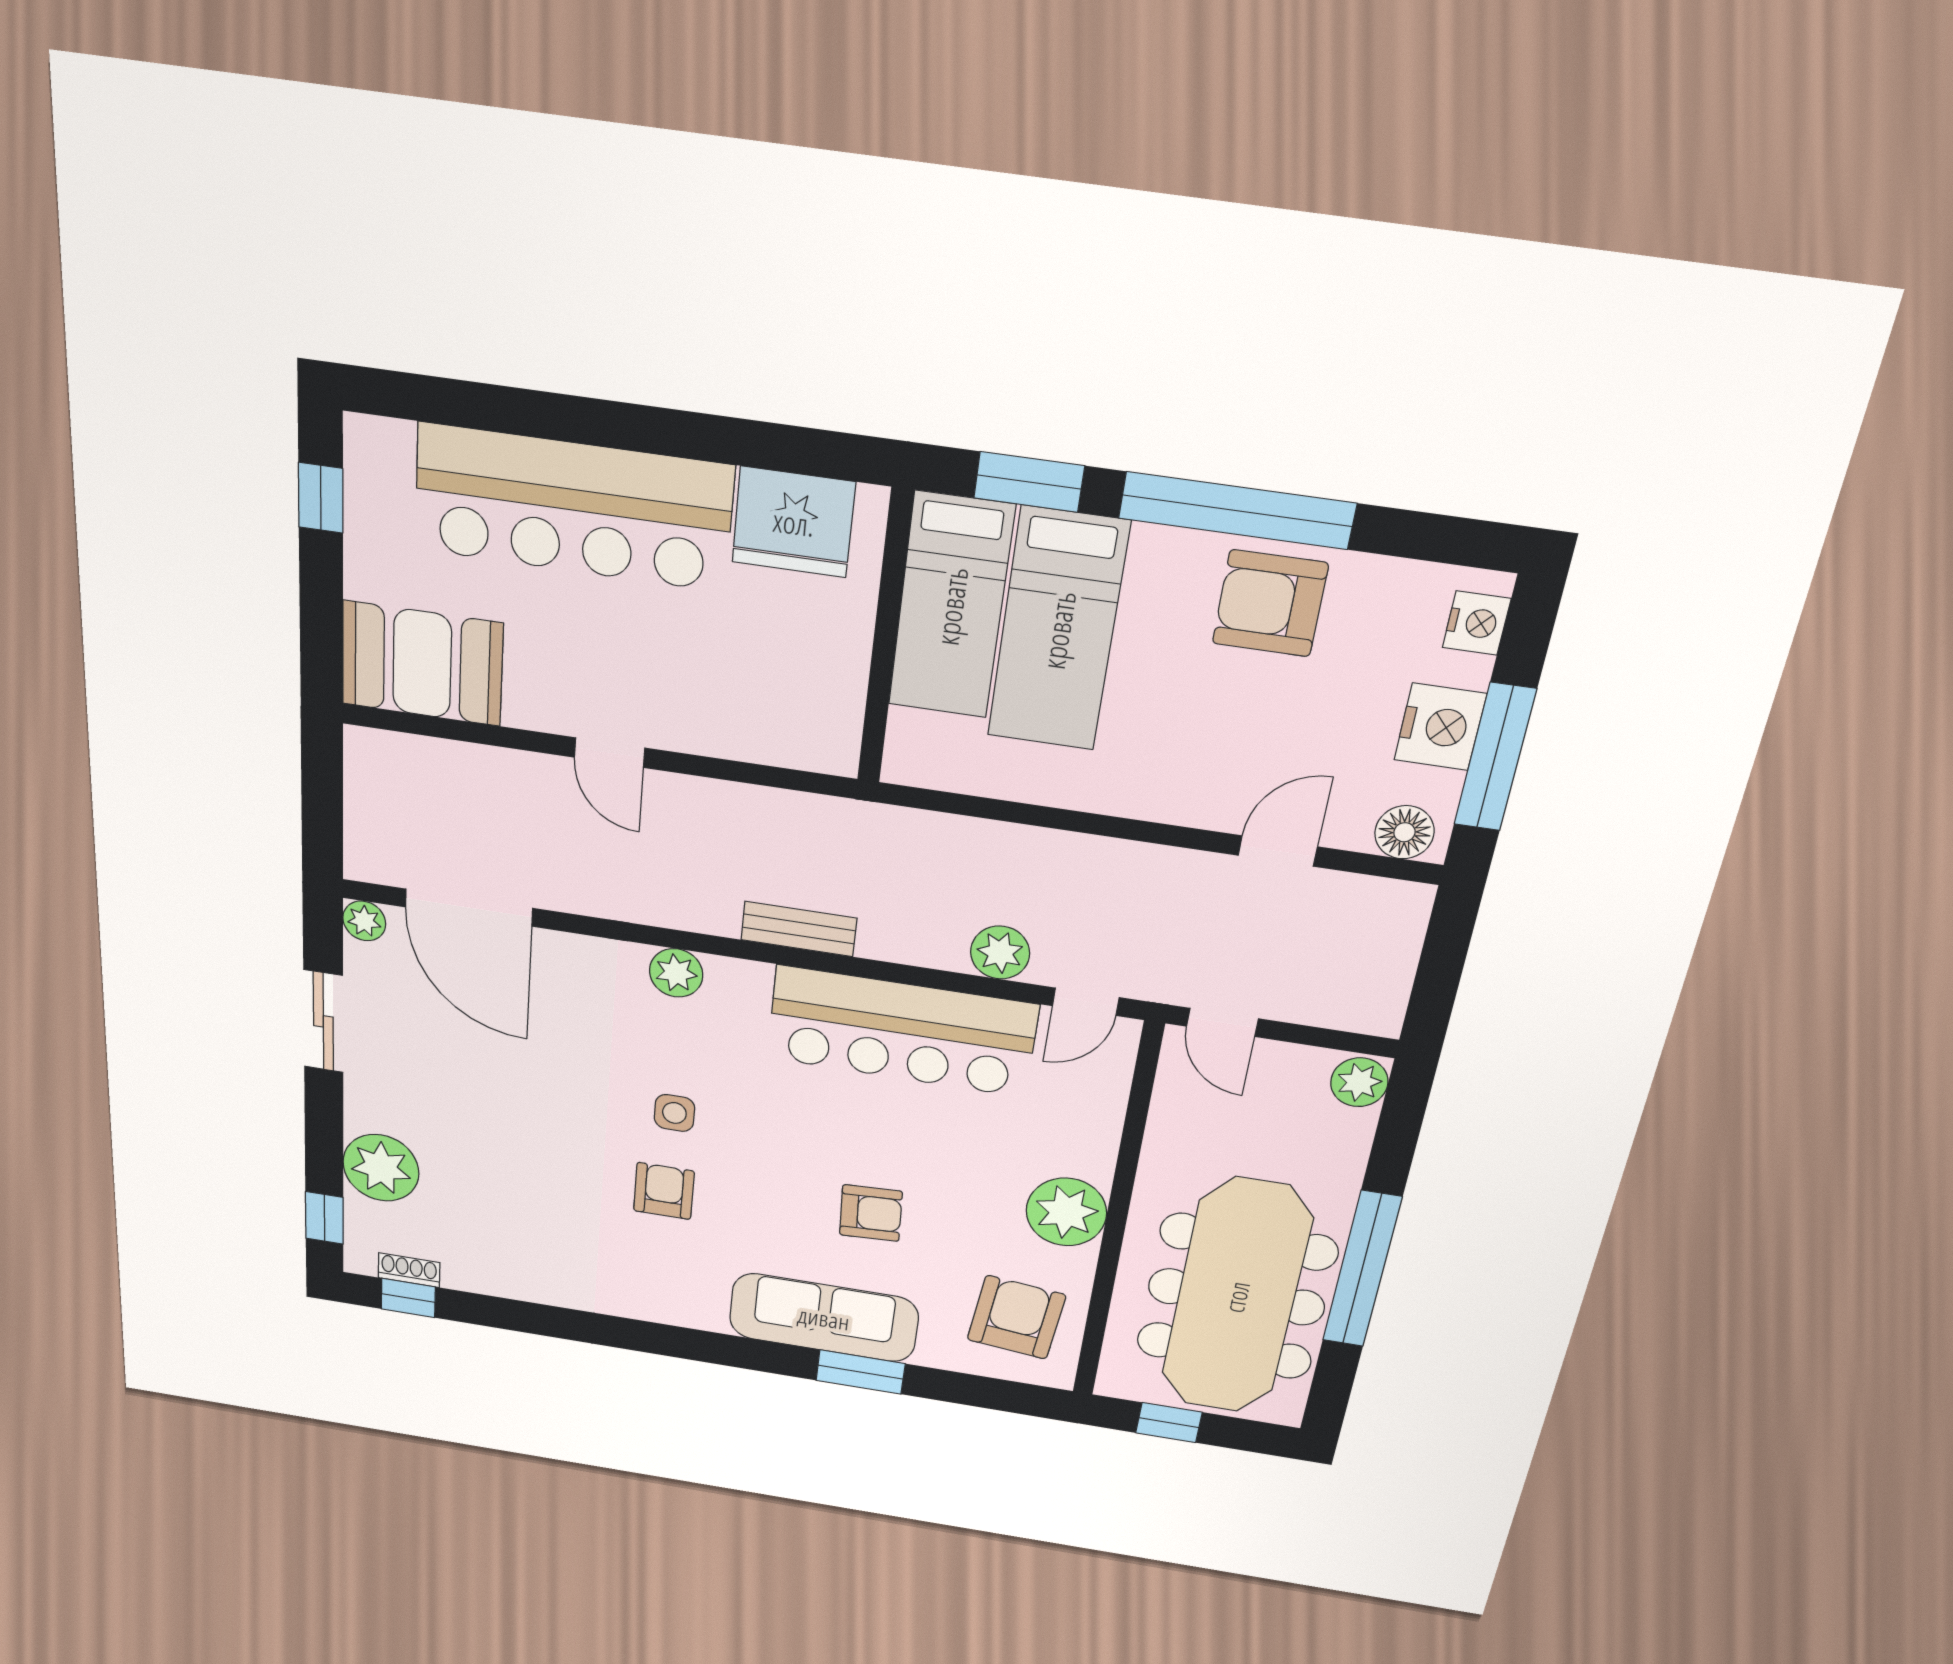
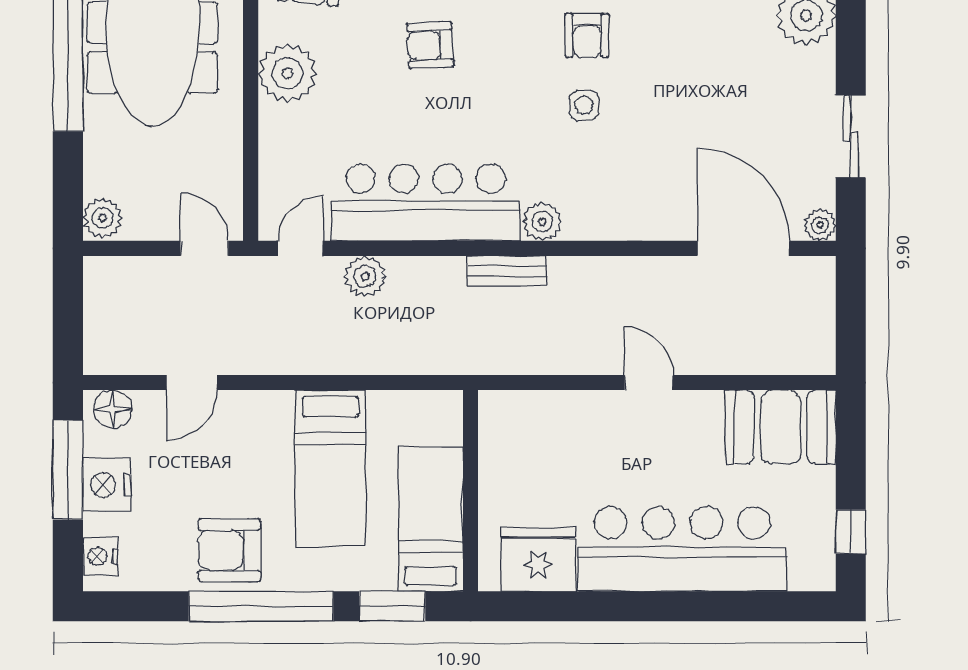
armchair: (1270, 603) -> (229, 550), turned 180
bed: (1058, 630) -> (330, 468), moved, turned 180
plant: (676, 973) -> (542, 222), moved

